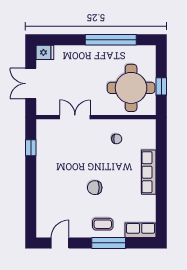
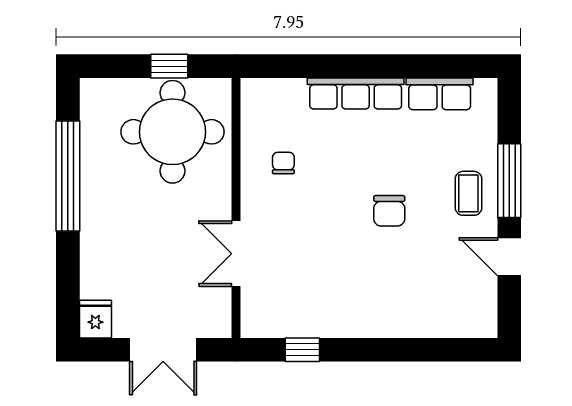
row of seats: (141, 230) -> (440, 94), moved, turned -90
door: (60, 243) -> (509, 257), moved

